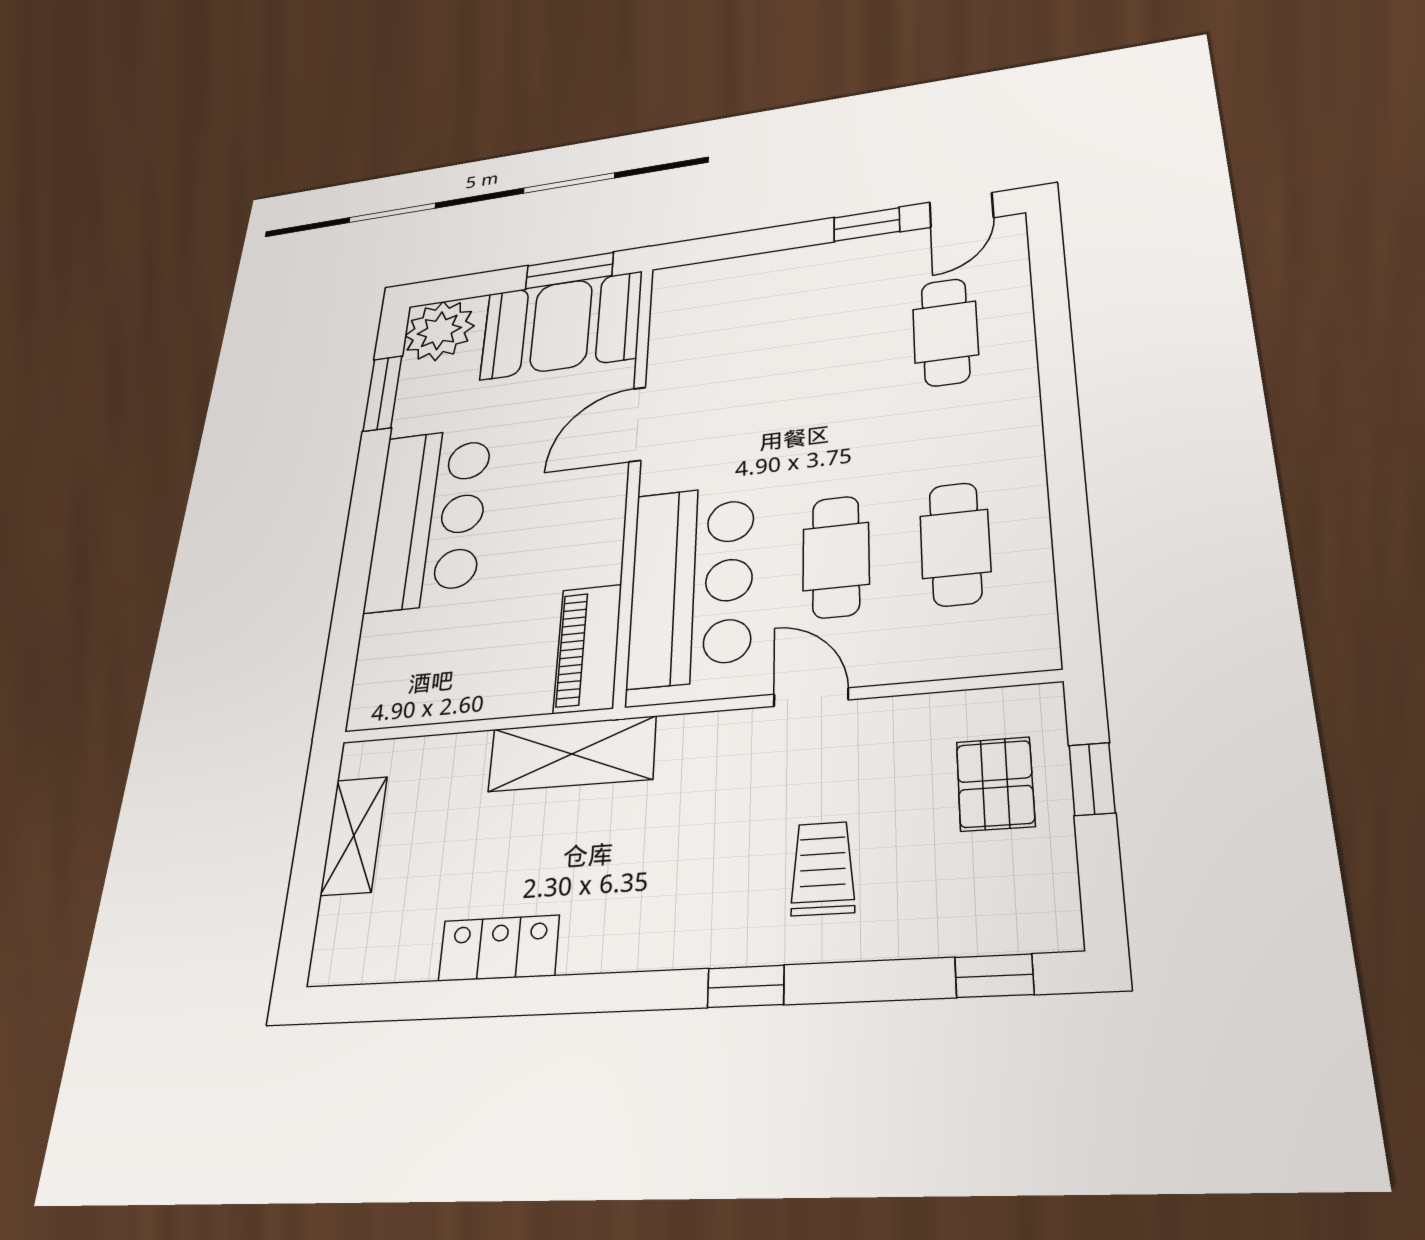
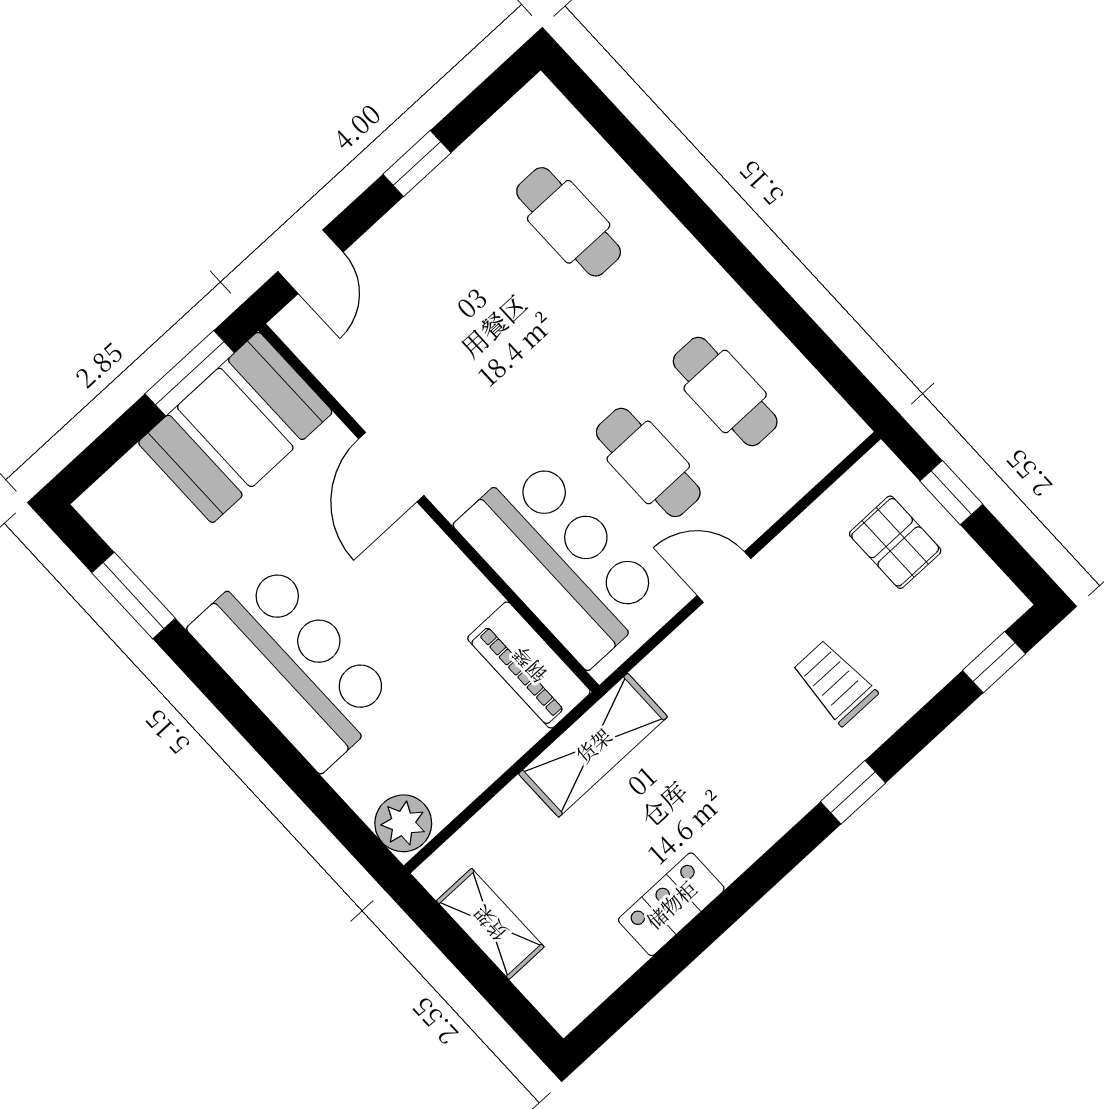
door: (961, 210) -> (310, 262), moved
plant: (439, 331) -> (403, 823), moved, width x0.73, depth x0.73

